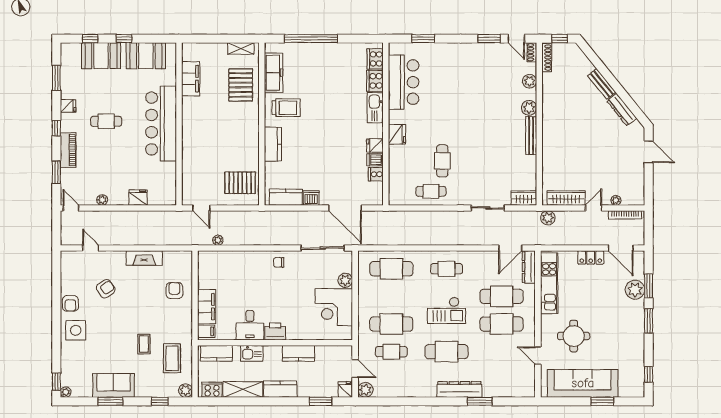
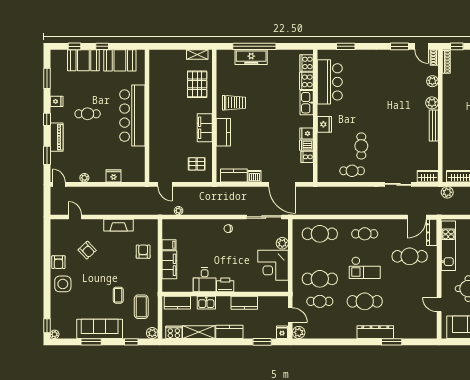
freezer: (274, 73) -> (251, 57), moved, turned 90
filing cabinet: (191, 79) -> (205, 128), moved, turned 180
pallet: (240, 183) -> (197, 164), width x0.67, depth x0.71
armchair: (106, 289) -> (87, 250), turned 82
cafe table: (502, 324) -> (410, 279), removed
filing cabinet: (206, 331) -> (169, 245), moved
sofa: (114, 385) -> (100, 329), width x1.36

